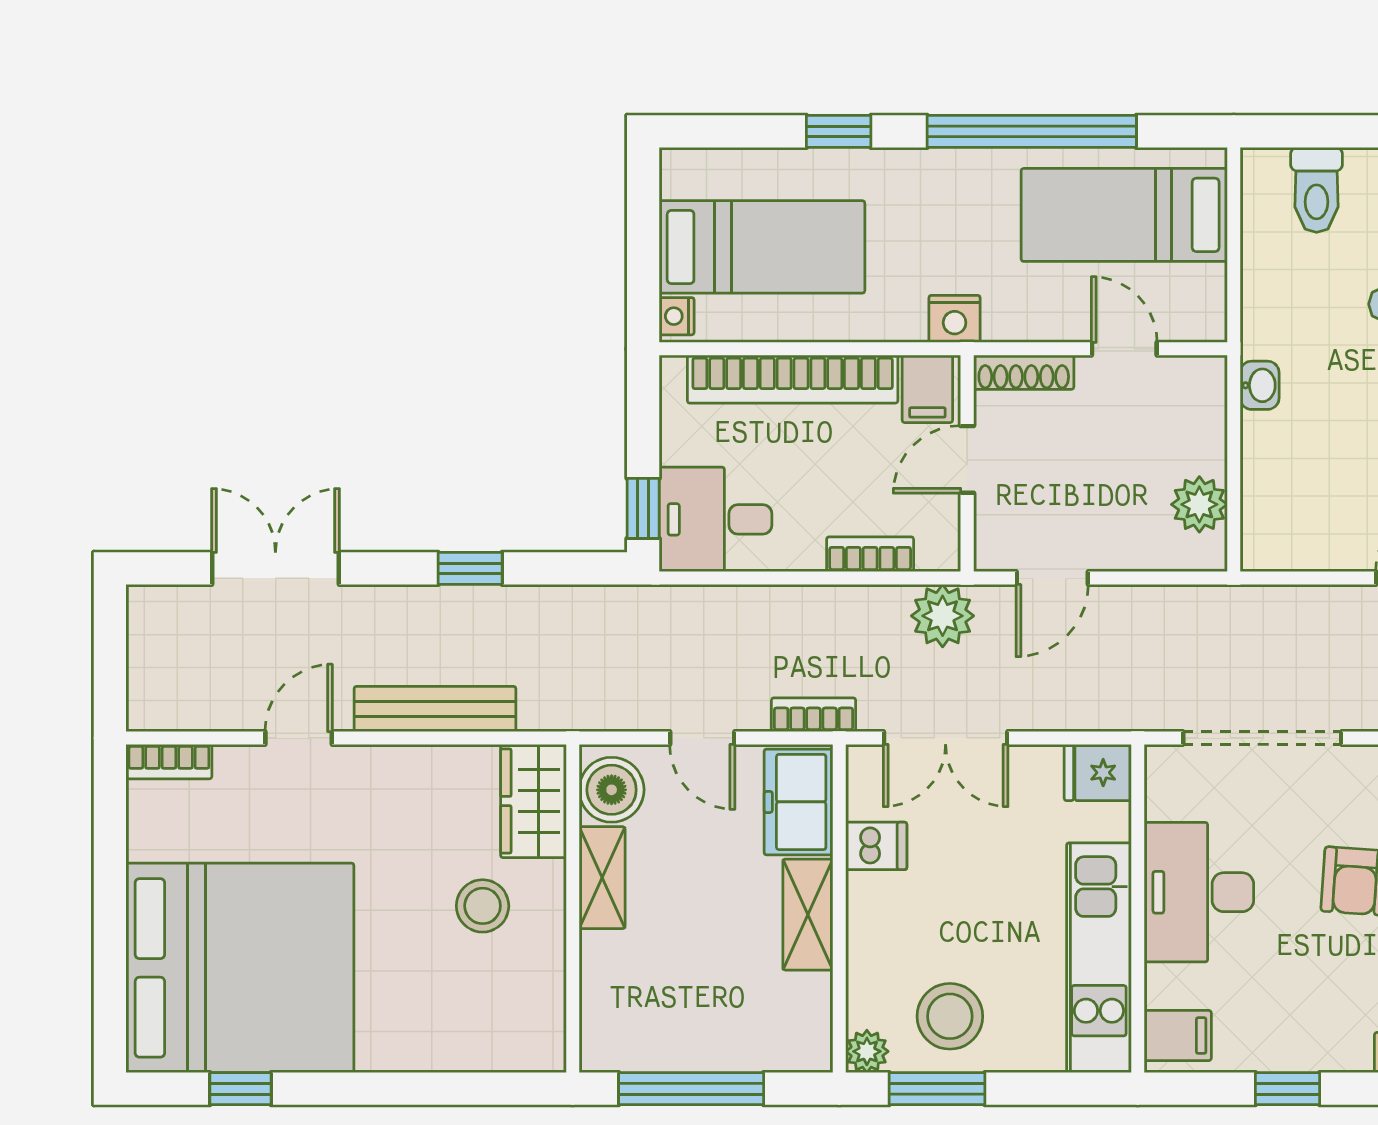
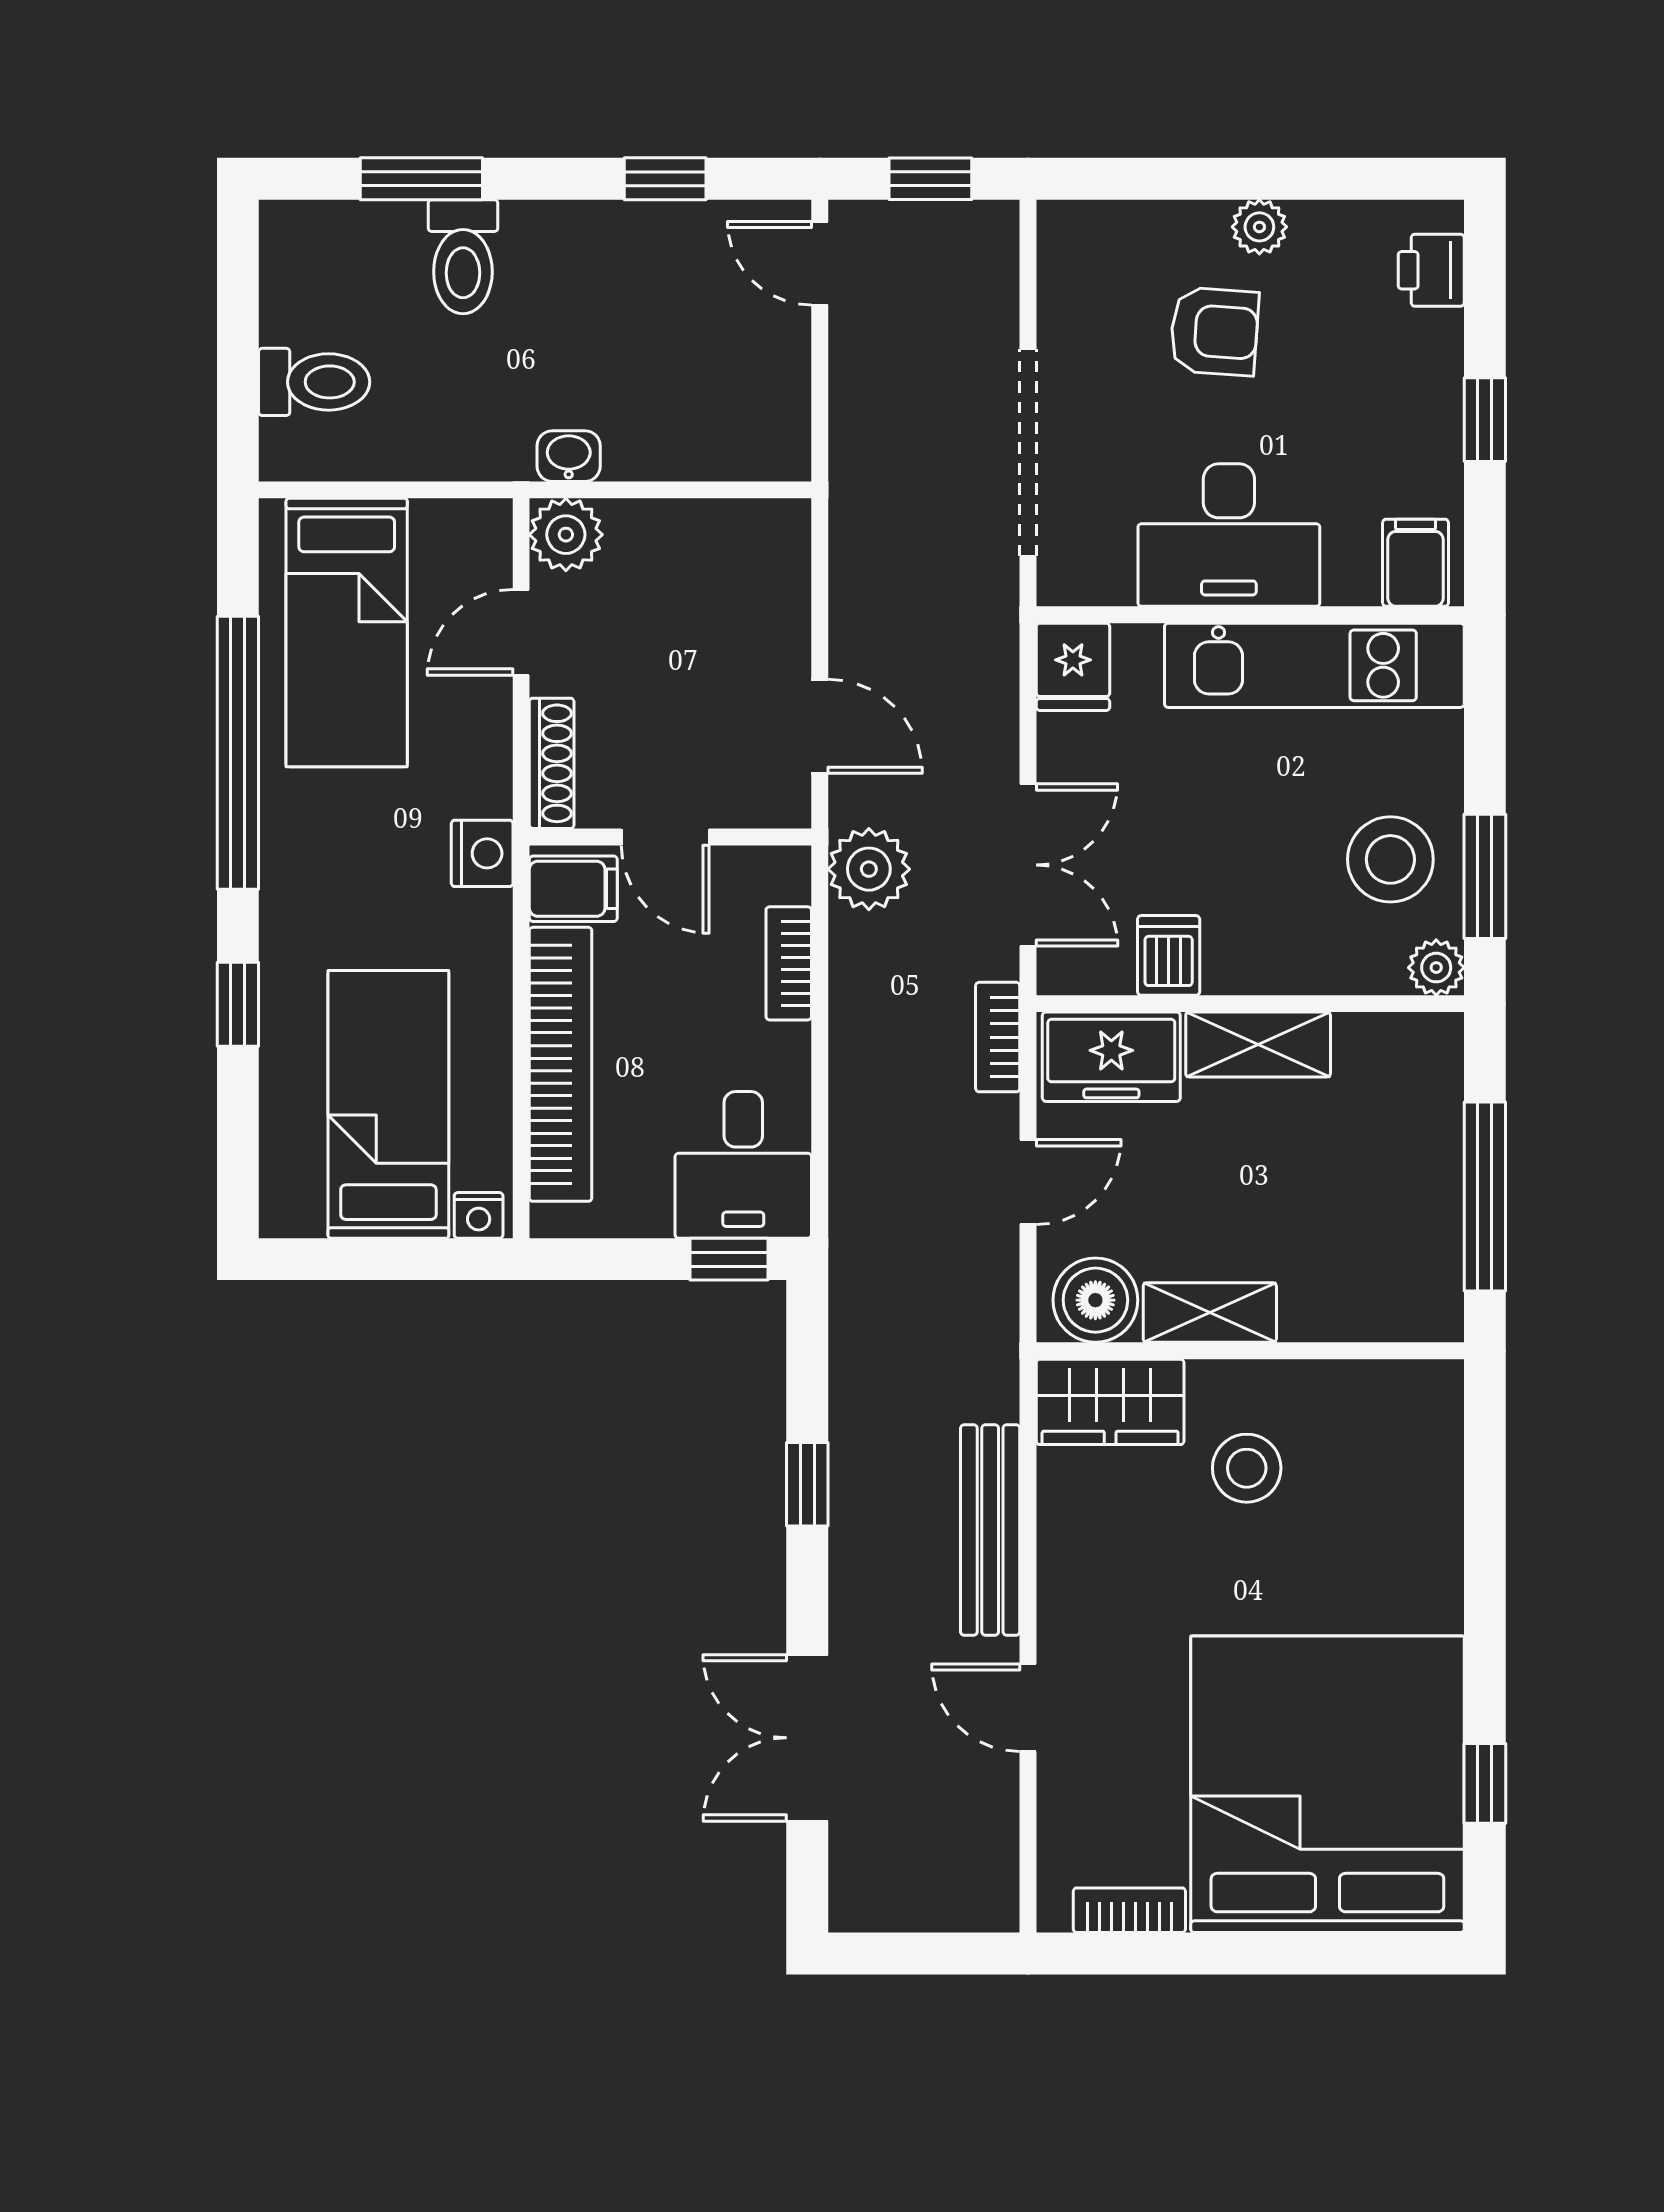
plant: (1199, 504) -> (566, 535), moved
bookcase: (169, 762) -> (1129, 1910), moved, turned -90

